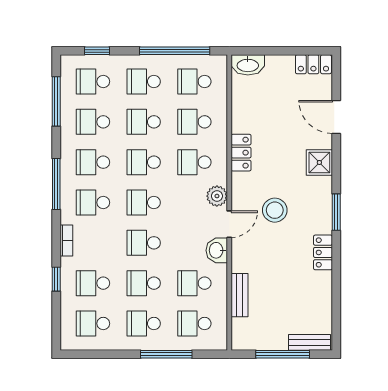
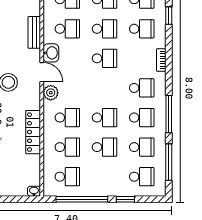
window: (97, 51) -> (125, 199), moved
washbasin: (248, 65) -> (34, 191), width x0.52, depth x0.69
school desk: (144, 82) -> (104, 177), removed
locker: (241, 153) -> (33, 132), width x1.53
window: (56, 184) -> (169, 114), moved
school desk: (144, 202) -> (104, 88), removed
door: (229, 224) -> (42, 72), swing flipped
window: (56, 279) -> (169, 16), moved
bench: (239, 295) -> (34, 32), moved

